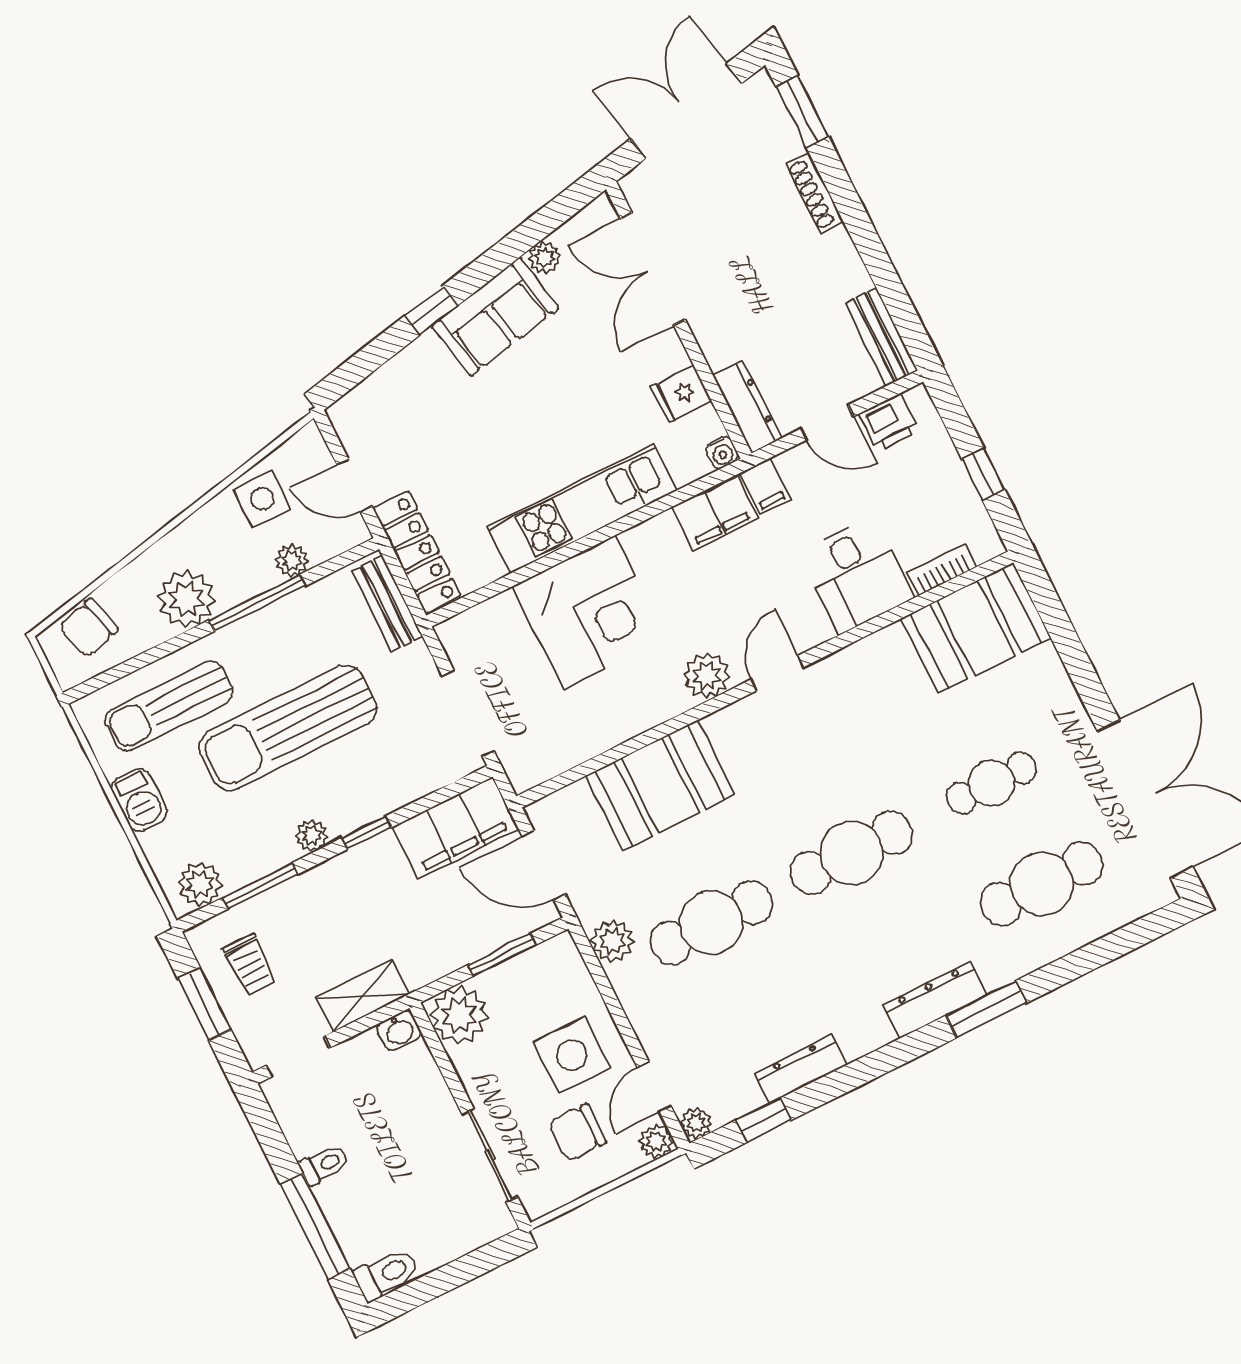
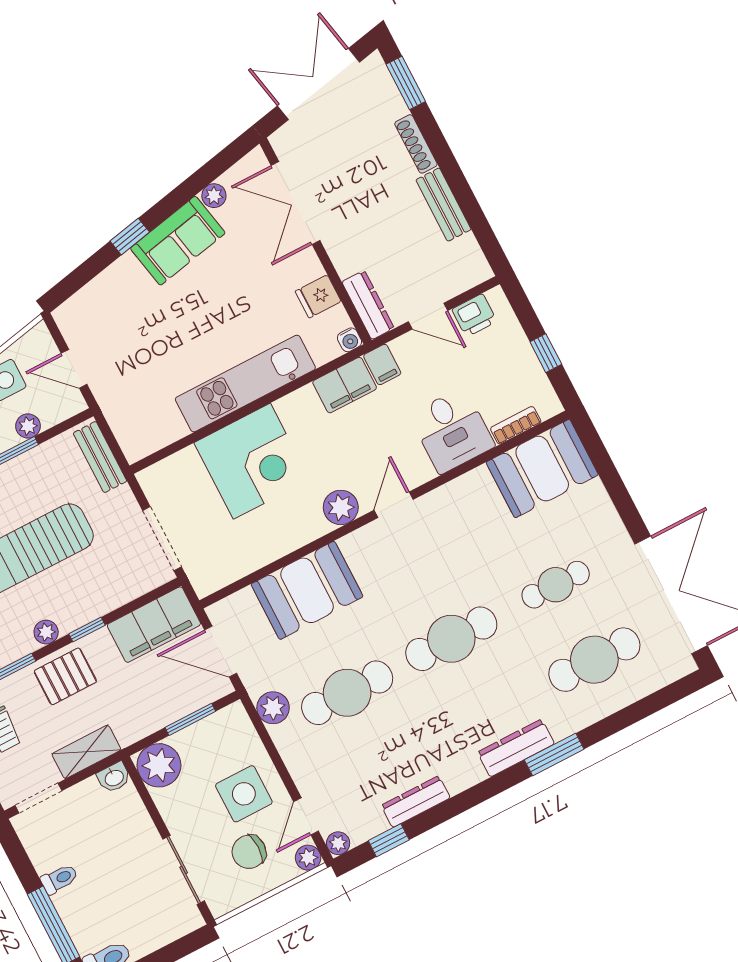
bench: (881, 337) -> (444, 205), moved
locker: (417, 552) -> (122, 418), removed
pallet: (336, 895) -> (65, 676), added

